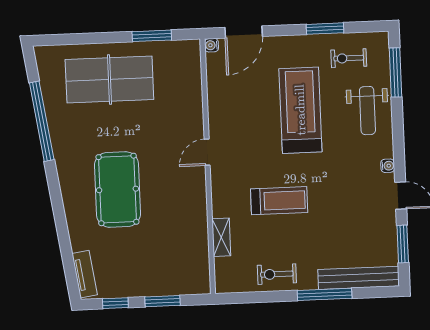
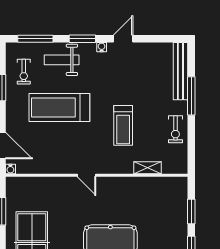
weight bench: (367, 111) -> (62, 60), turned 180
treadmill: (279, 201) -> (123, 125), turned 180
window: (403, 244) -> (82, 39), moved

